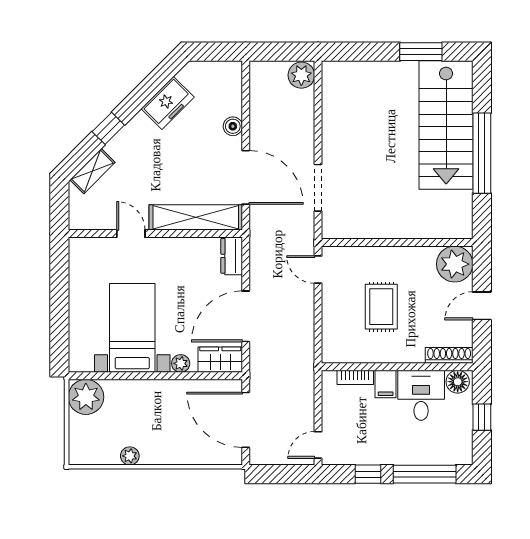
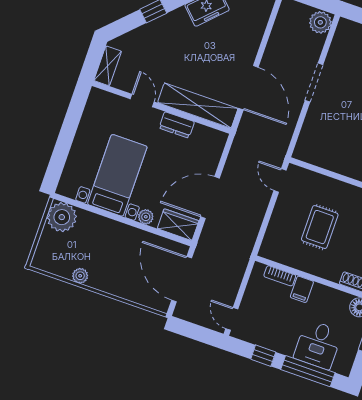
boiler: (233, 126) -> (252, 44), removed
shelving: (92, 171) -> (108, 66), moved, turned -45
doorway: (318, 188) -> (314, 83), moved
dresser: (232, 256) -> (177, 125), moved, turned -90
desk: (421, 395) -> (318, 344), moved, turned 180
door: (318, 445) -> (232, 319), hinge flipped

